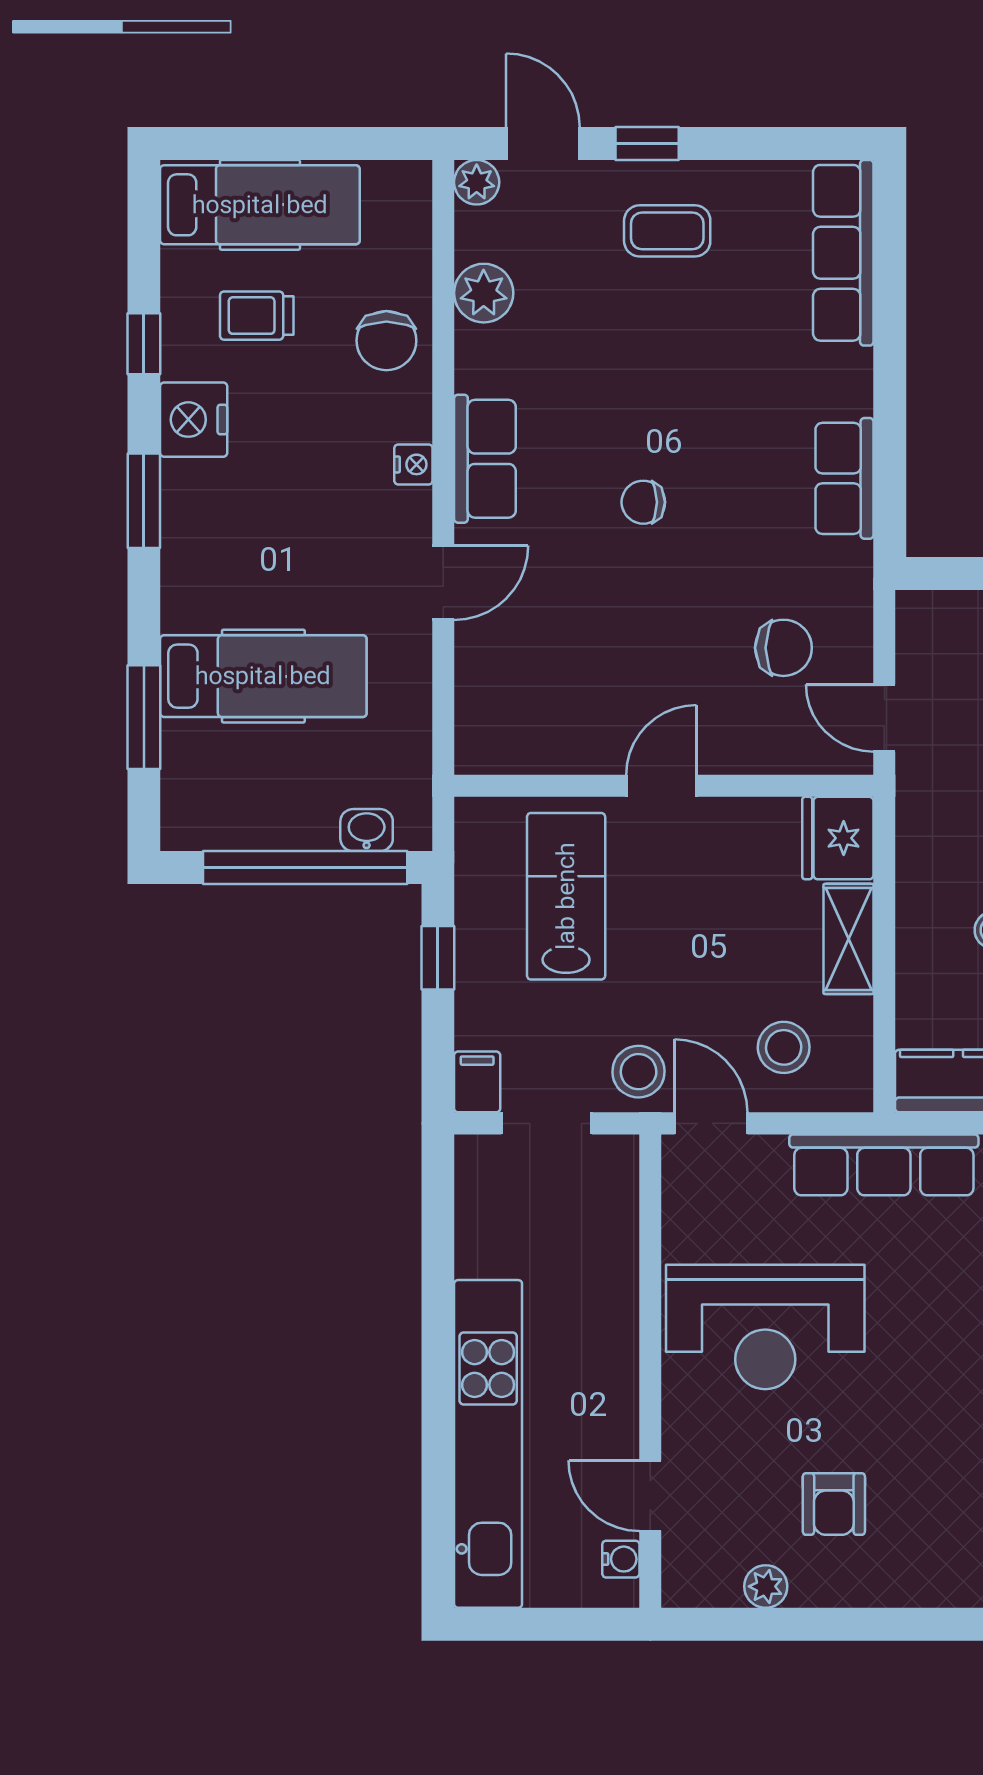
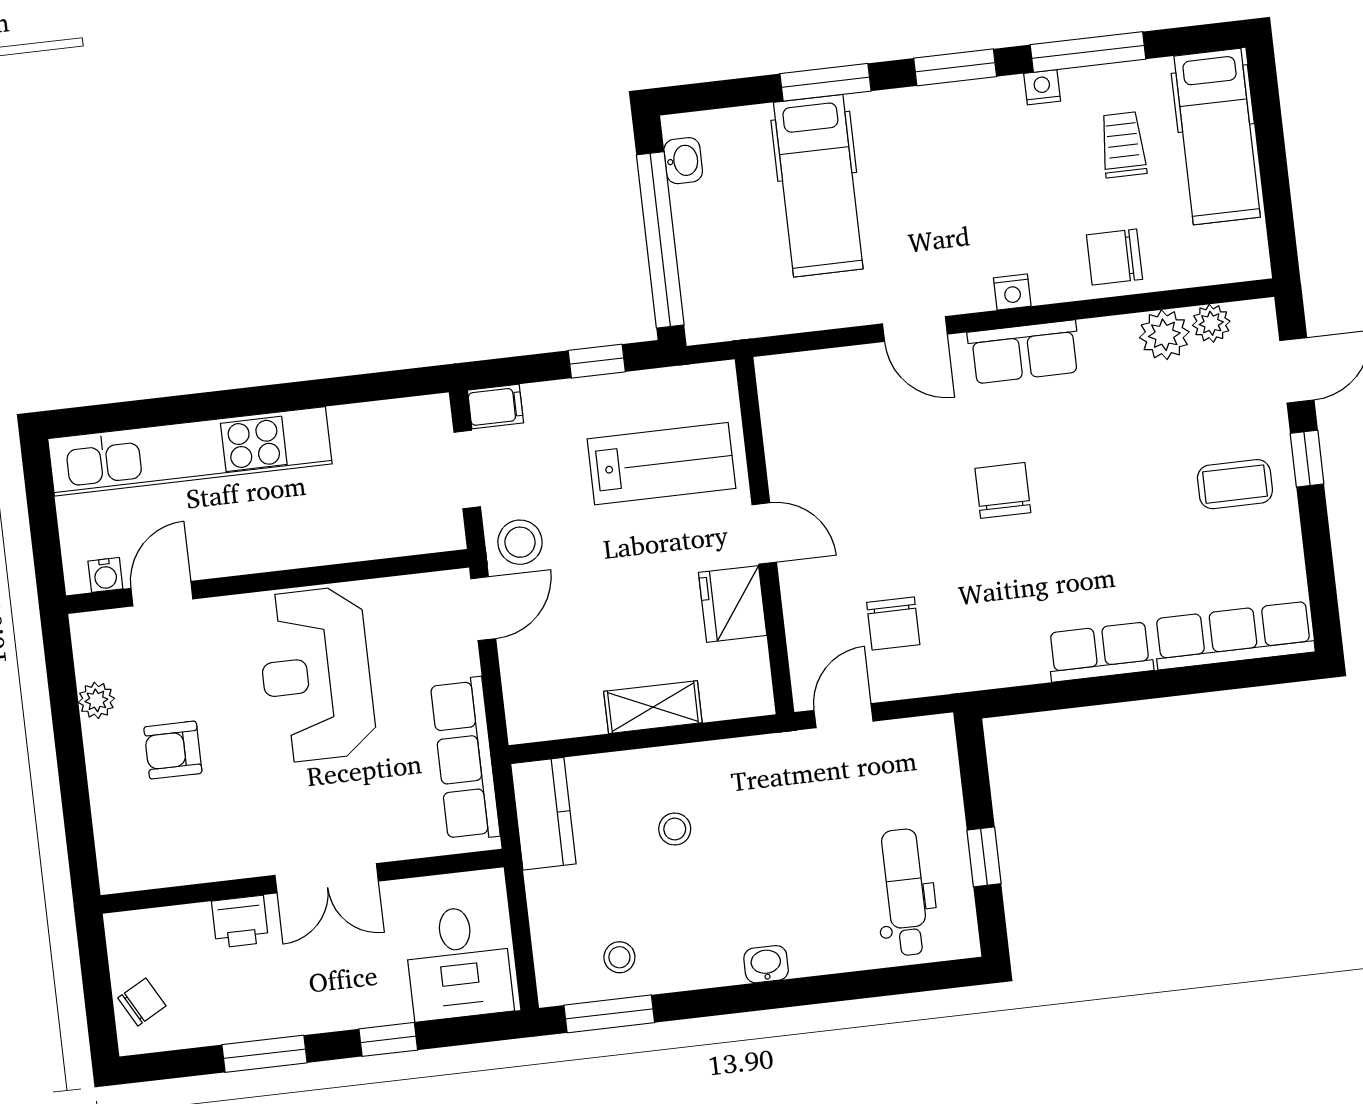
plant: (477, 182) -> (1211, 323), moved
coffee table: (667, 231) -> (1235, 484), turned 90
window: (144, 344) -> (1088, 52), width x2.17
nightstand: (194, 420) -> (1042, 87), width x0.53, depth x0.56
row of seats: (844, 478) -> (1100, 652), moved
chair: (643, 502) -> (1003, 490), width x1.37, depth x1.37
window: (144, 717) -> (825, 82), moved
washbasin: (367, 830) -> (683, 161), moved
fridge: (838, 838) -> (733, 604), moved, turned -90
stool: (784, 1047) -> (555, 663), removed

